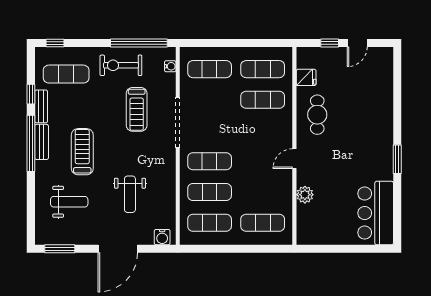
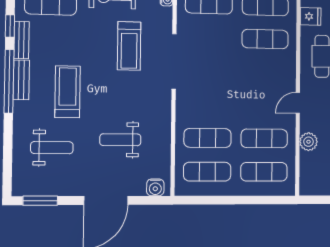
exercise mat: (210, 161) -> (264, 138), moved
weight bench: (130, 194) -> (120, 140), turned 90

